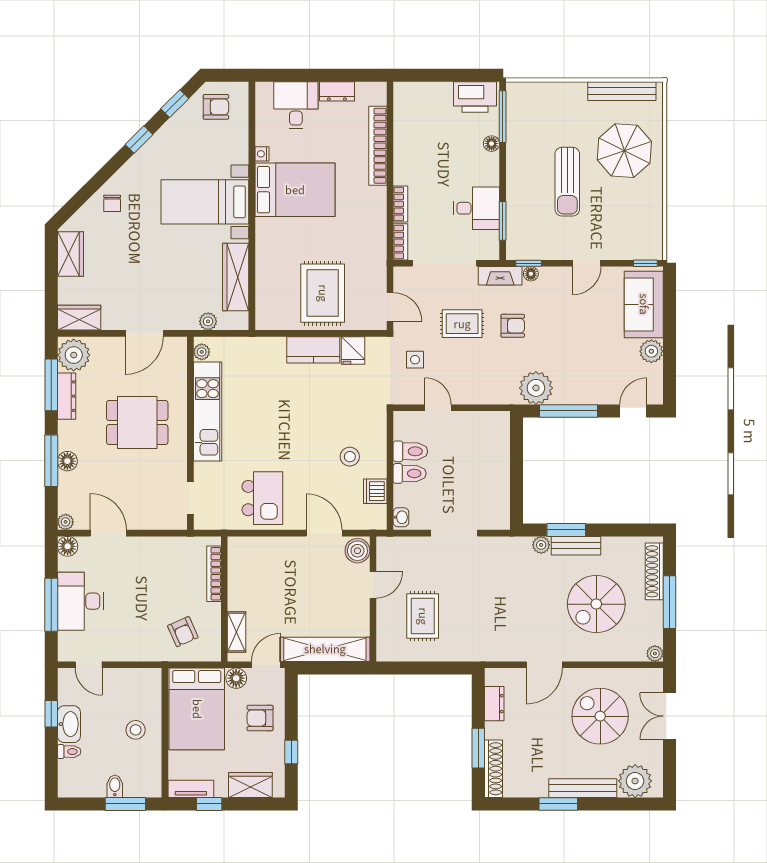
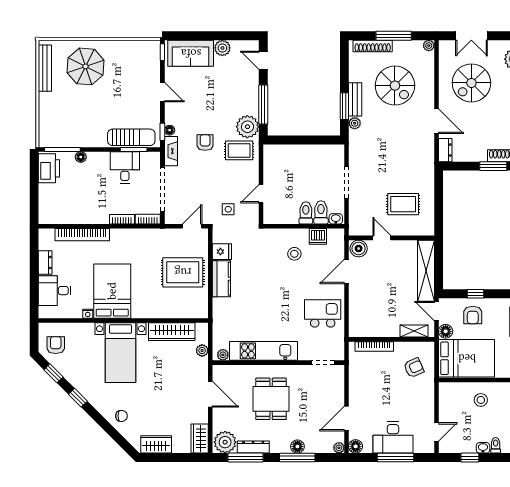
sun lounger: (567, 182) -> (131, 137), moved
rug: (462, 324) -> (239, 150), moved, turned 90
toilet: (410, 451) -> (321, 212), moved
dresser: (494, 704) -> (445, 150), moved, turned 90
washbasin: (69, 724) -> (483, 448), width x0.52, depth x0.69
window: (291, 752) -> (475, 294), moved

